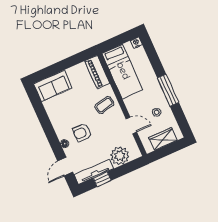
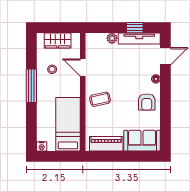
piano: (97, 72) -> (106, 144), moved, turned -90
armchair: (82, 132) -> (147, 102), moved, turned 90
plant: (120, 156) -> (112, 38), width x0.53, depth x0.53

